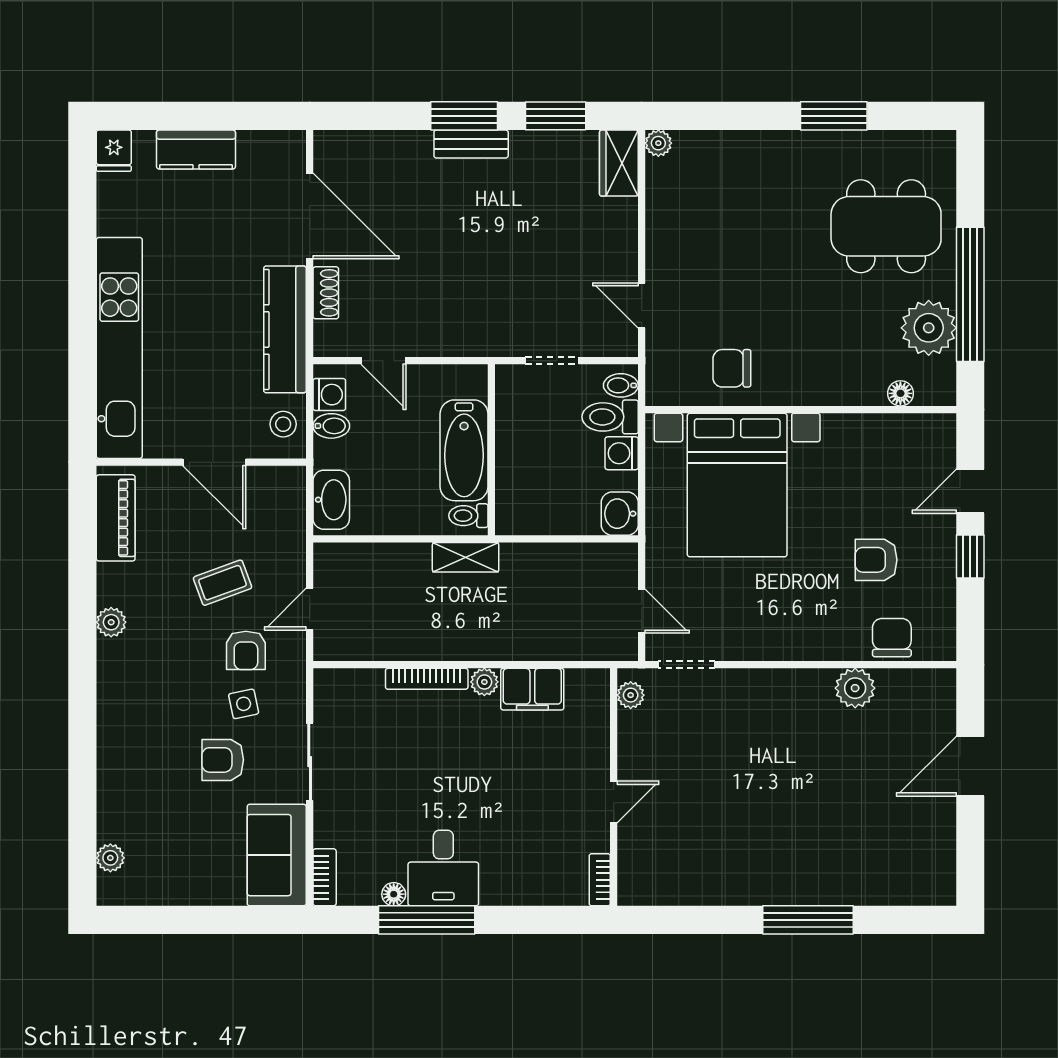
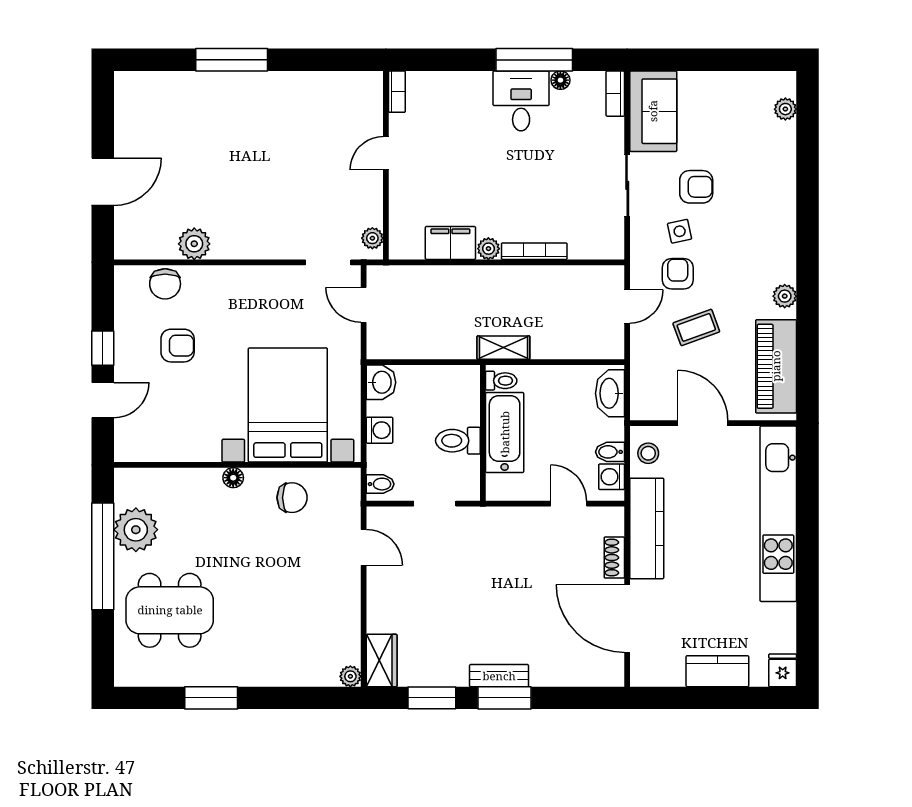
floor lamp: (900, 393) -> (233, 478), moved
toilet: (610, 417) -> (458, 441), moved, turned 180
piano: (116, 518) -> (776, 366), width x1.37, depth x1.33

